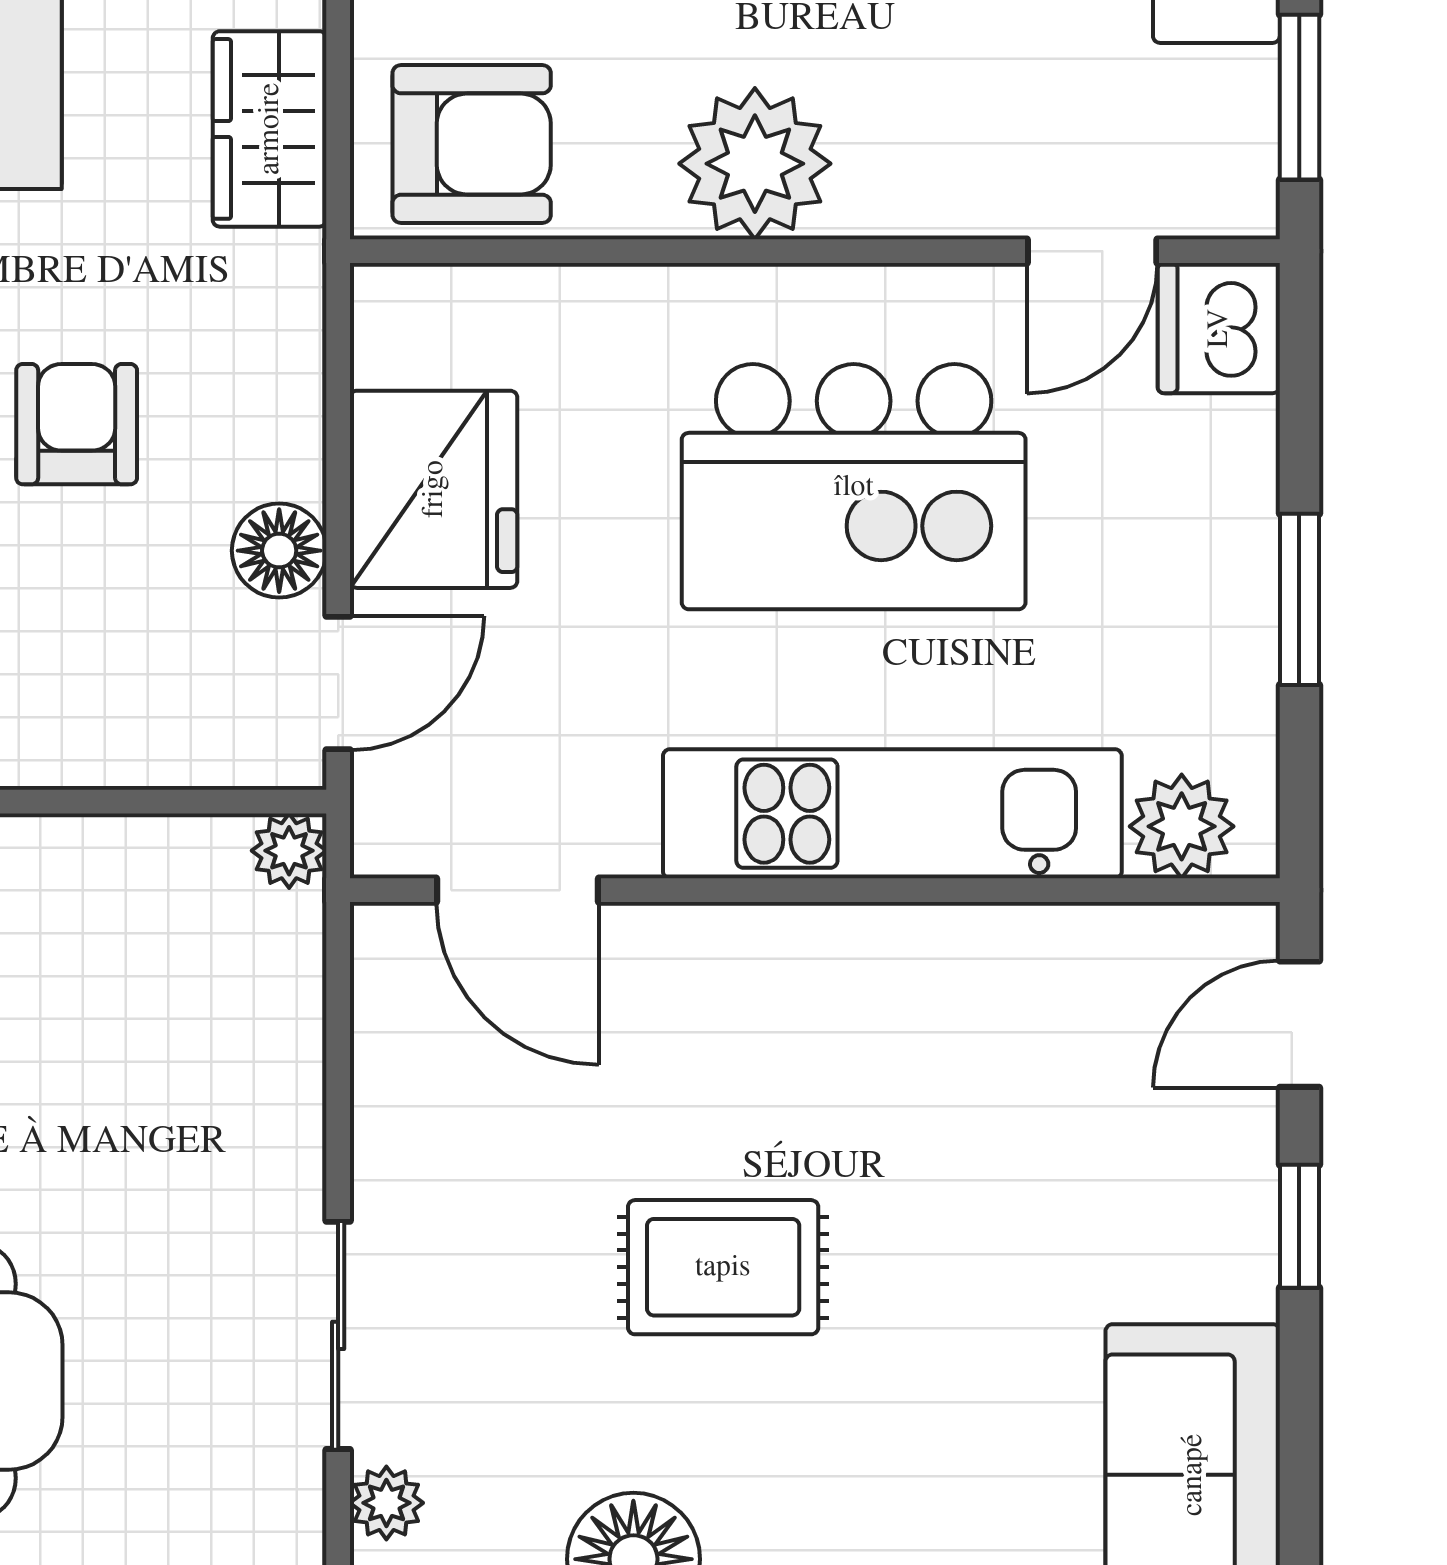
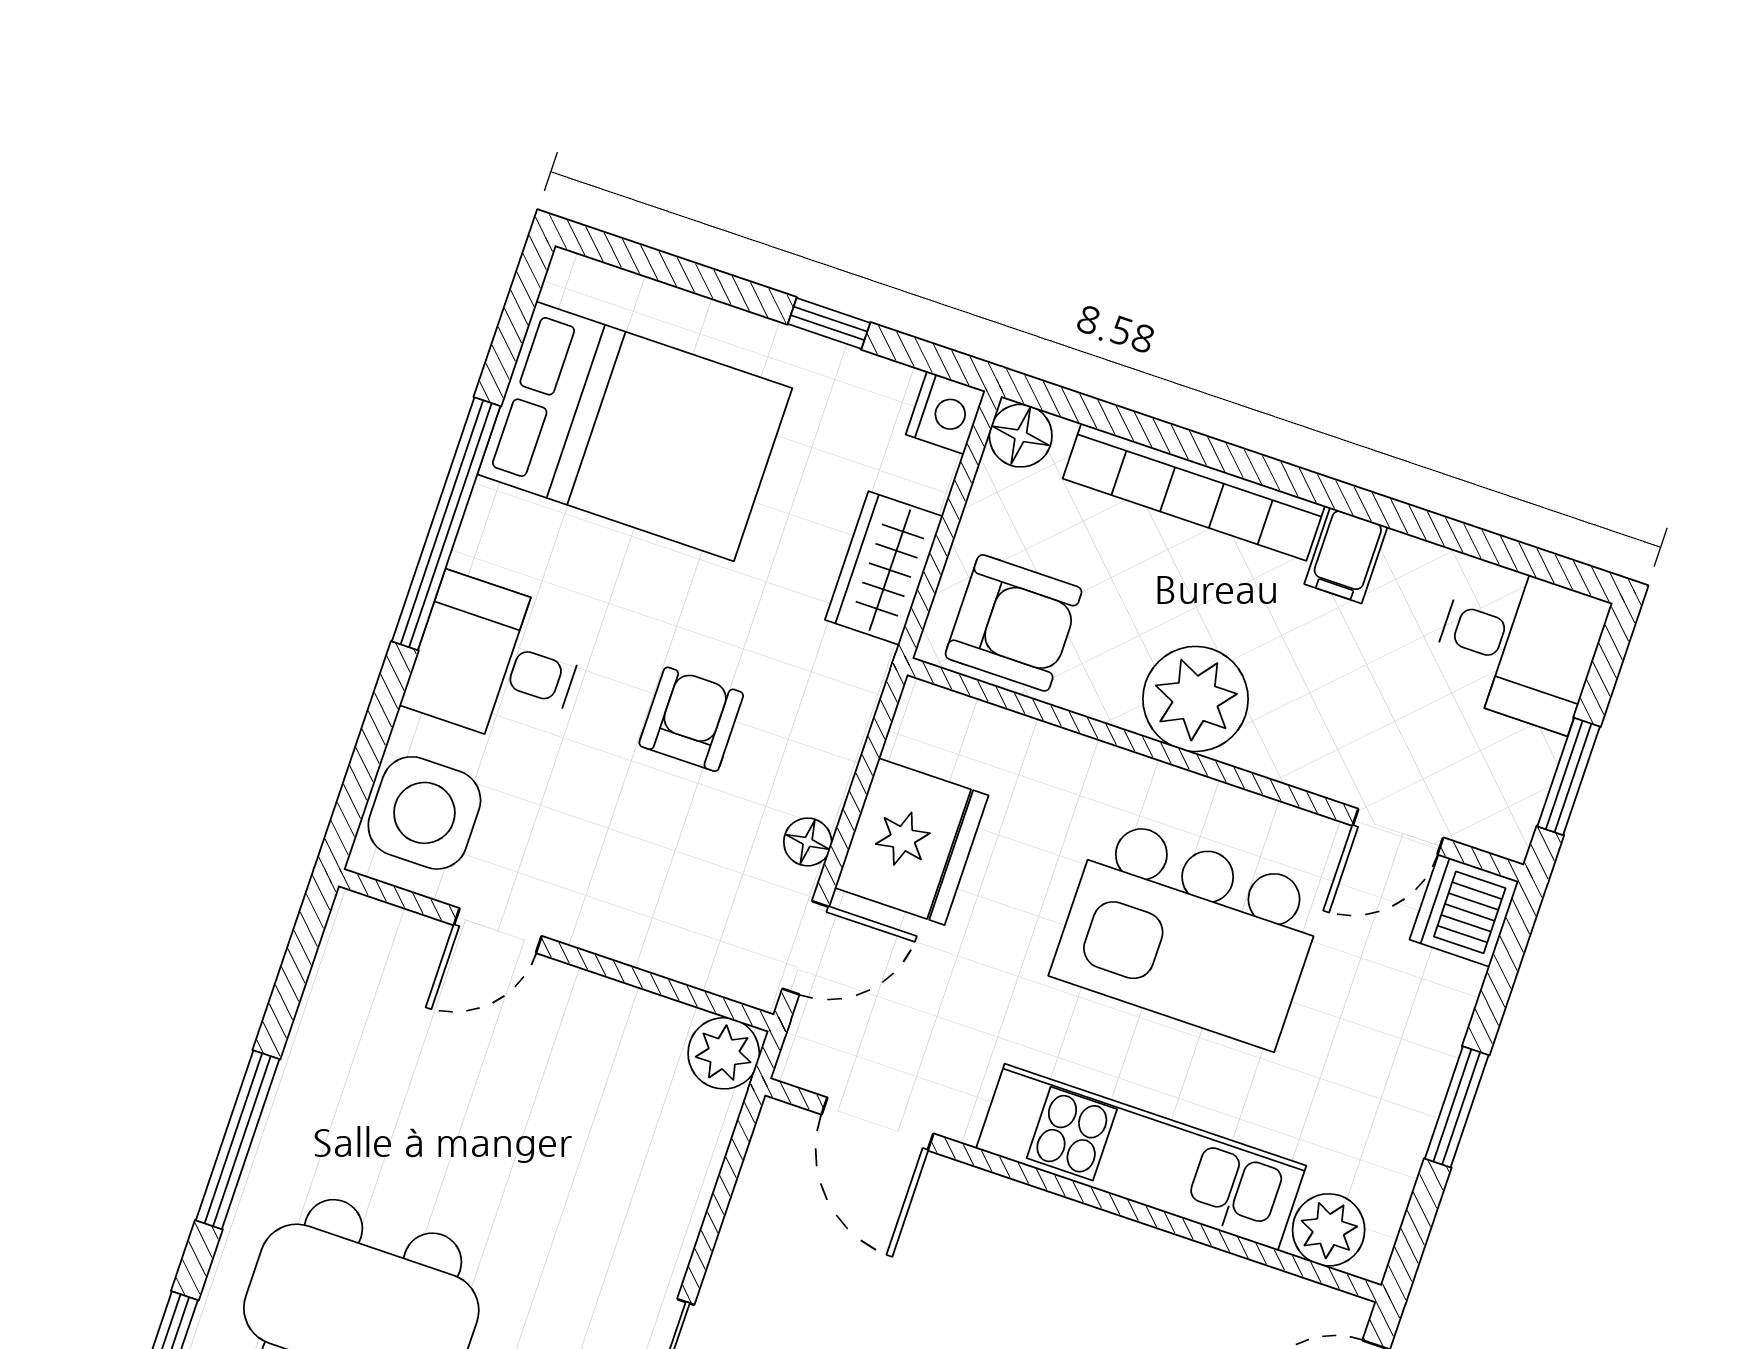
floor lamp: (279, 551) -> (808, 842), width x0.73, depth x0.73
plant: (289, 851) -> (724, 1053), width x1.38, depth x1.38

